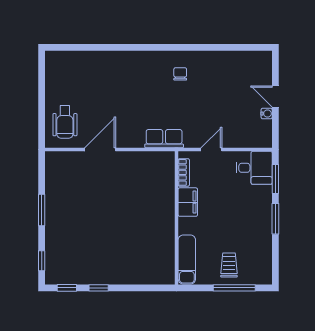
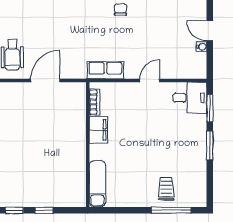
bookcase: (184, 172) -> (95, 102), moved
filing cabinet: (188, 202) -> (98, 130), moved
wall: (177, 218) -> (88, 145), moved
exam couch: (187, 259) -> (97, 184), moved

